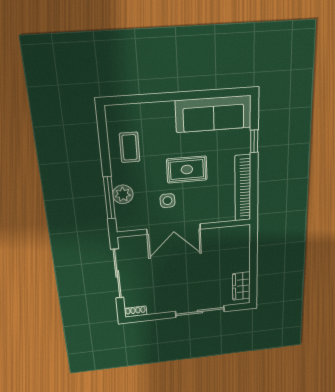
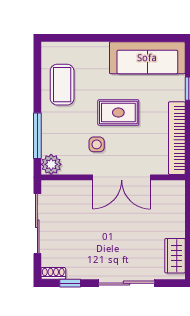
coffee table: (130, 147) -> (62, 85), width x1.36, depth x1.30
plant: (123, 194) -> (51, 164), moved
double door: (174, 229) -> (122, 177), moved
window: (151, 317) -> (70, 283), added

